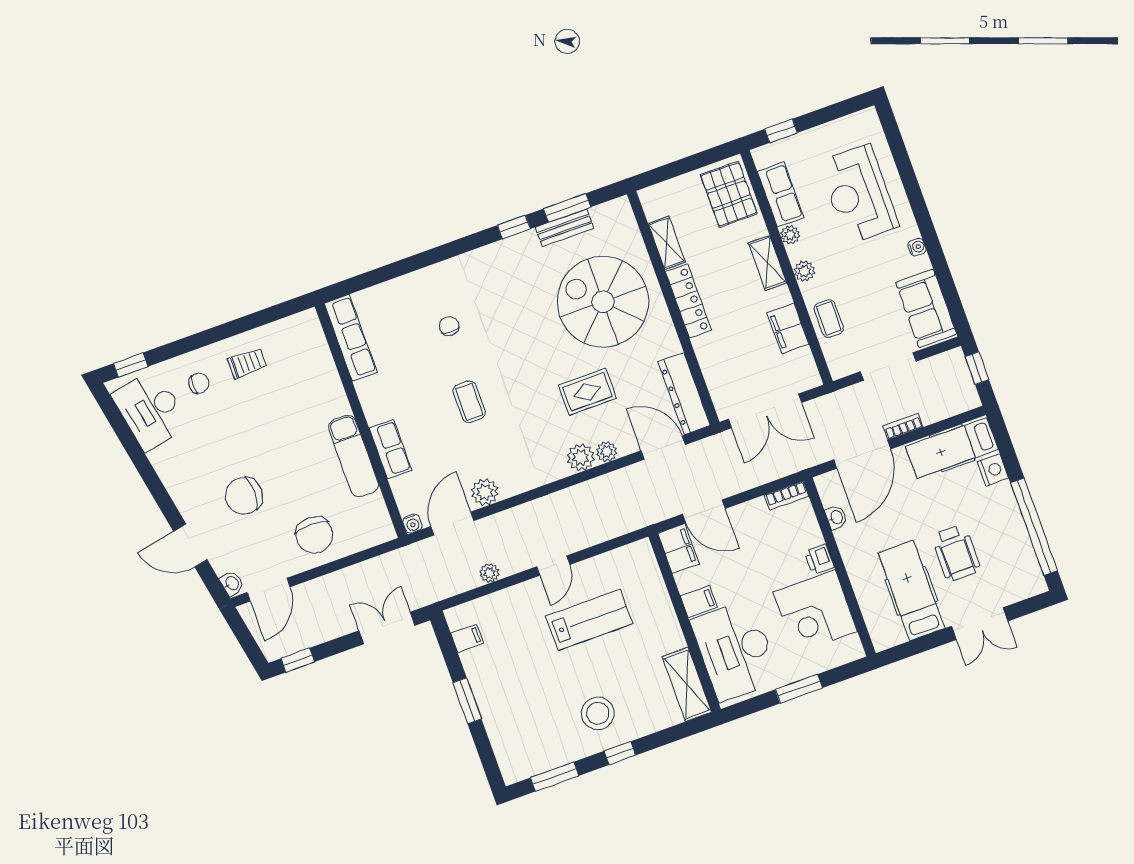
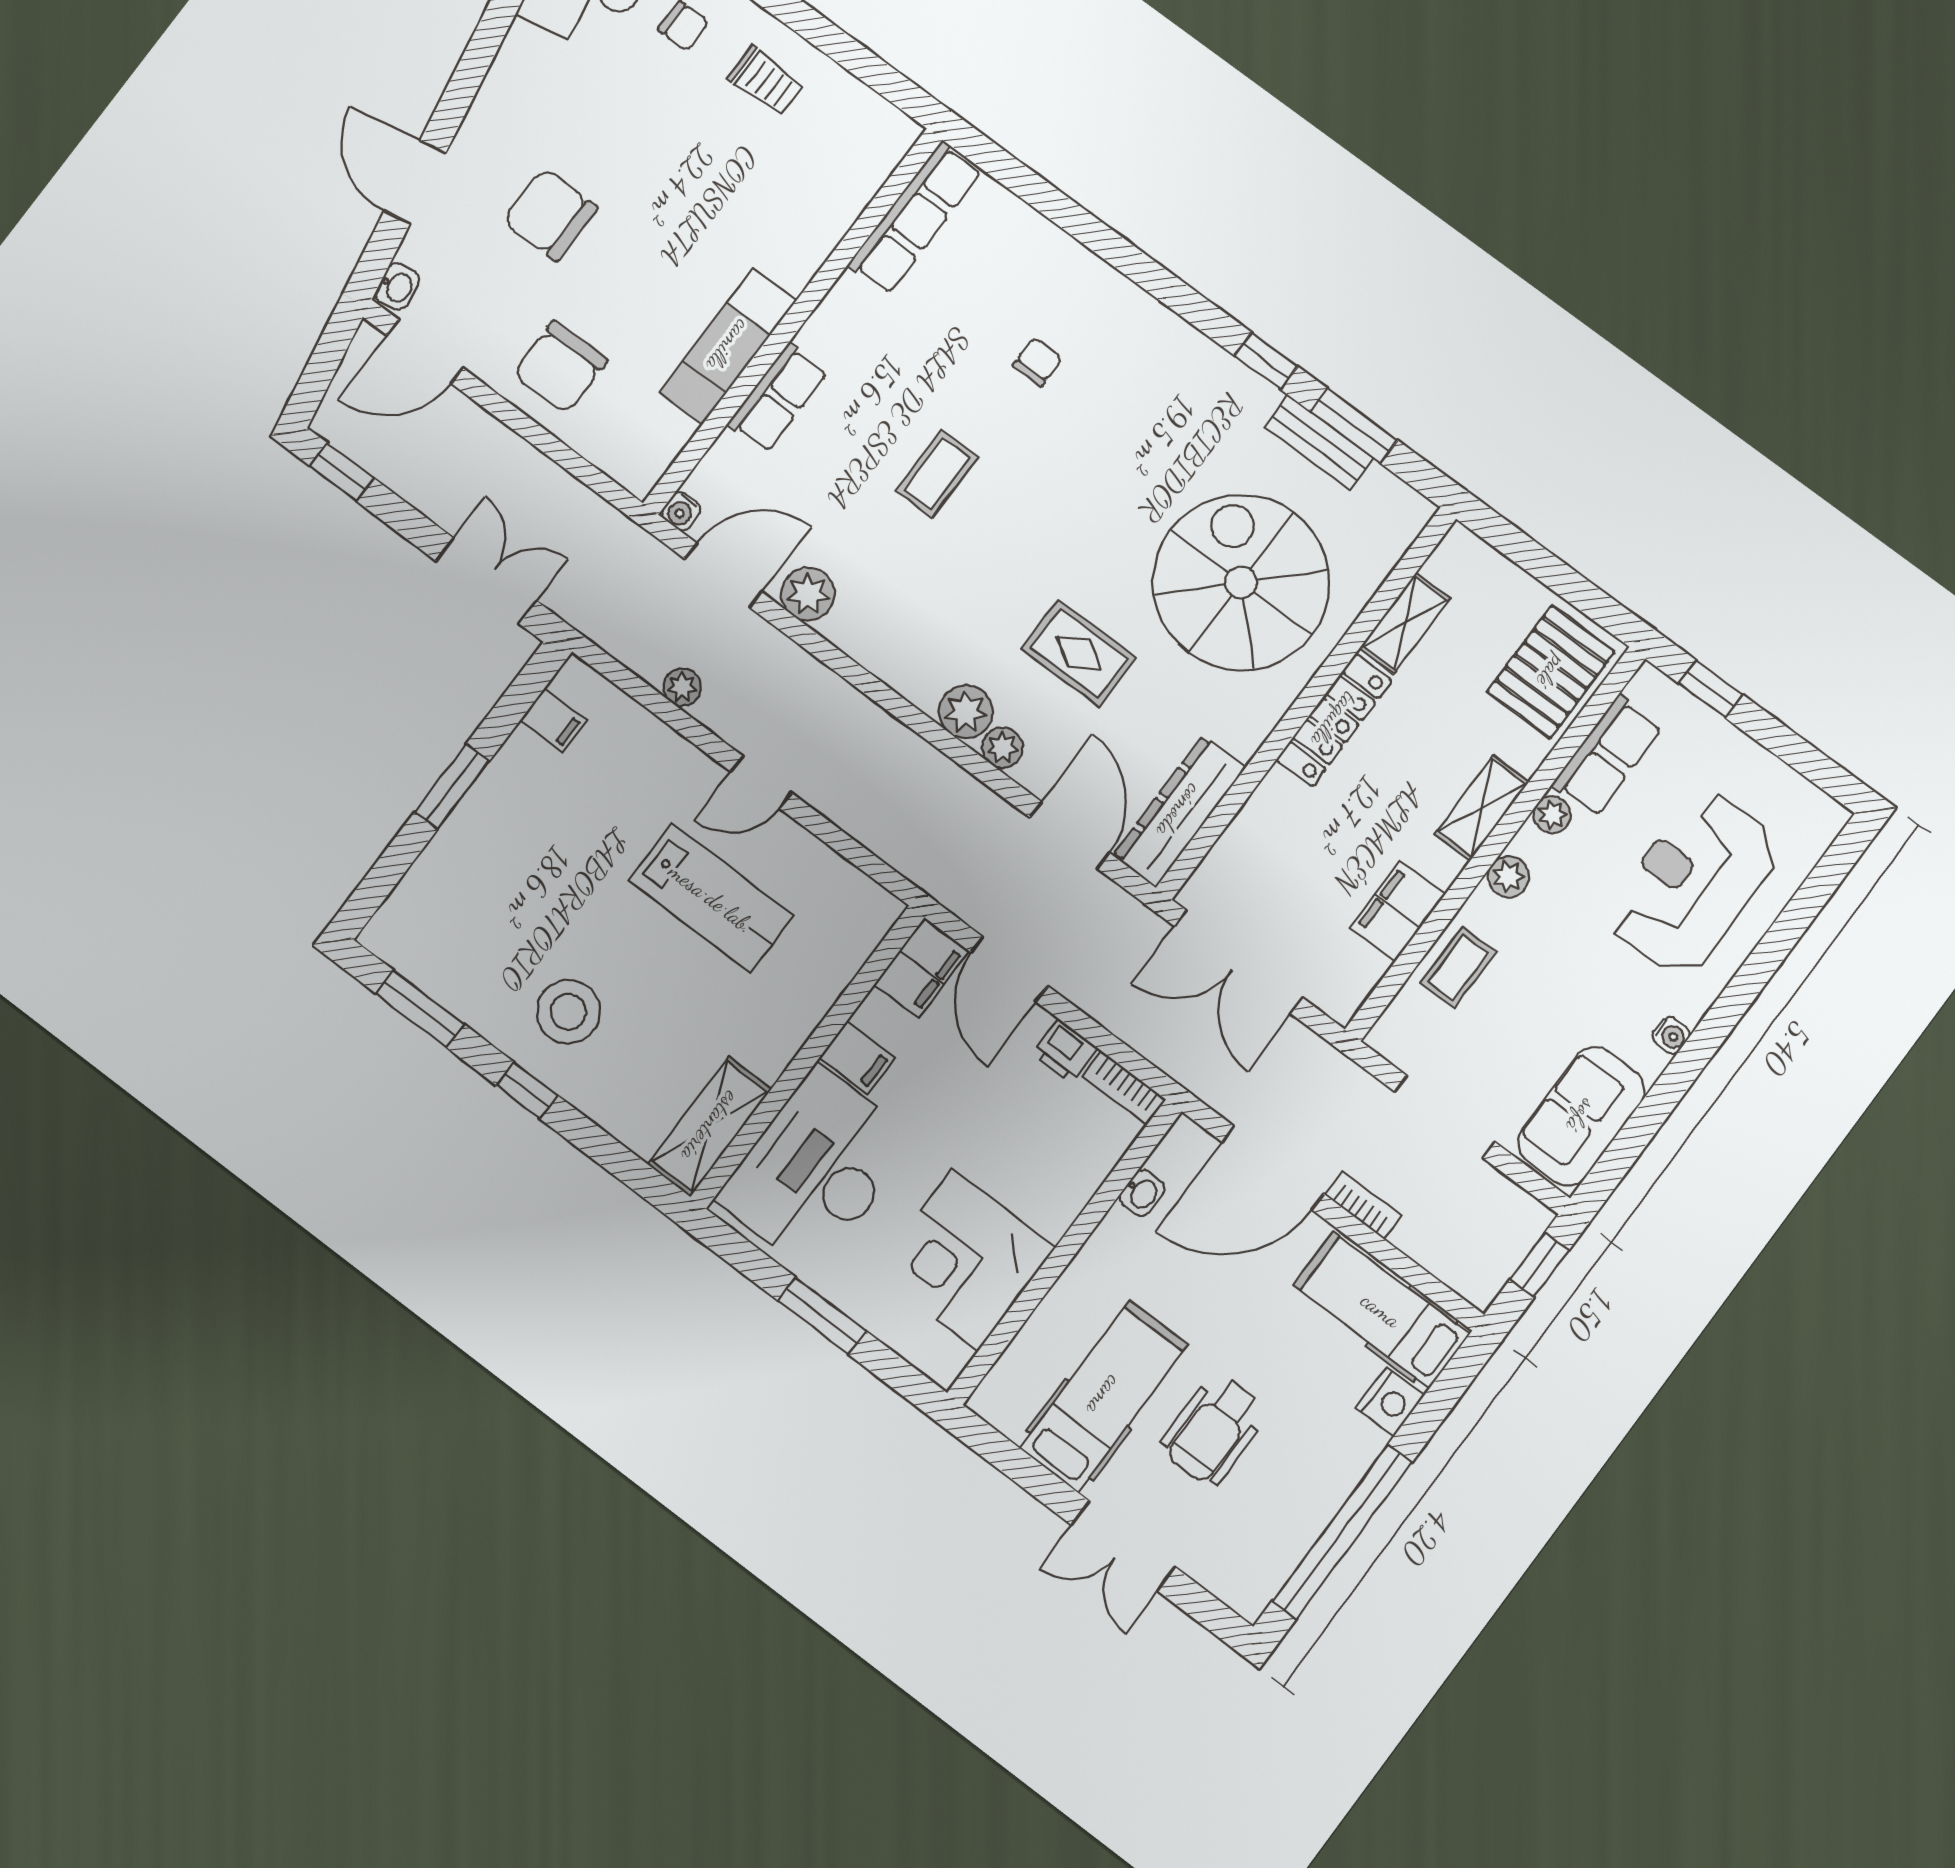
printer: (819, 559) -> (1065, 1051), moved, turned -90

